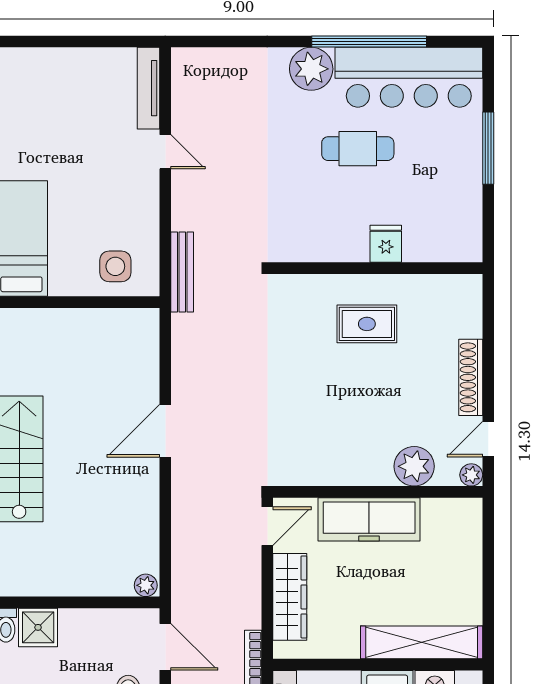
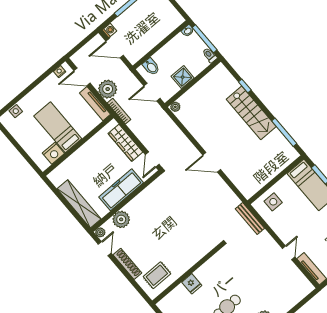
door: (165, 152) -> (289, 253), swing flipped
rug: (367, 324) -> (157, 275), moved
door: (165, 431) -> (212, 162), swing flipped
shower: (38, 627) -> (183, 77), moved
shelving: (422, 642) -> (79, 204), moved, turned 90

